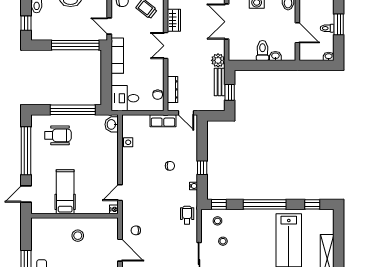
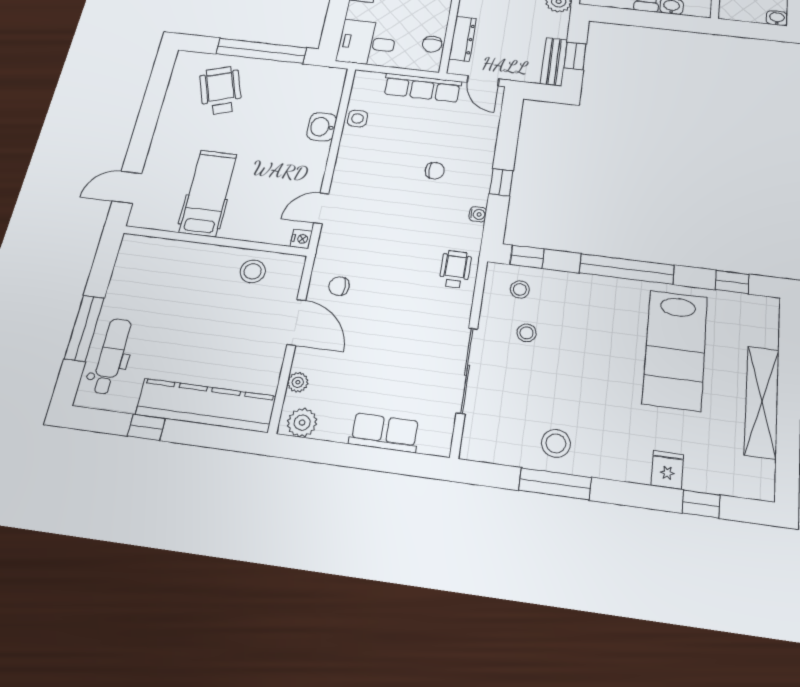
bench: (220, 82) -> (554, 62), moved
row of seats: (163, 121) -> (422, 88), width x1.48
washbasin: (112, 124) -> (322, 127), moved
wheelchair: (58, 135) -> (221, 90), turned -108
window: (26, 151) -> (150, 110), removed
stool: (78, 236) -> (253, 271), moved

